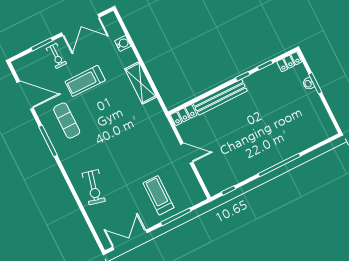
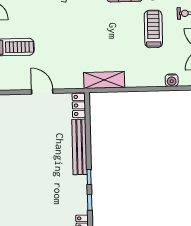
shelving: (141, 83) -> (104, 80), moved
door: (187, 153) -> (42, 92), swing flipped

